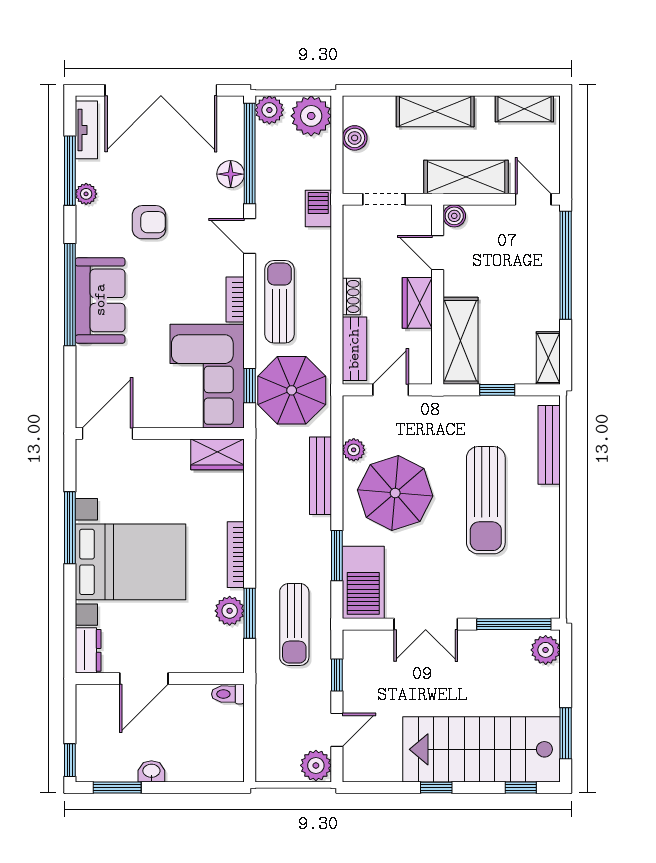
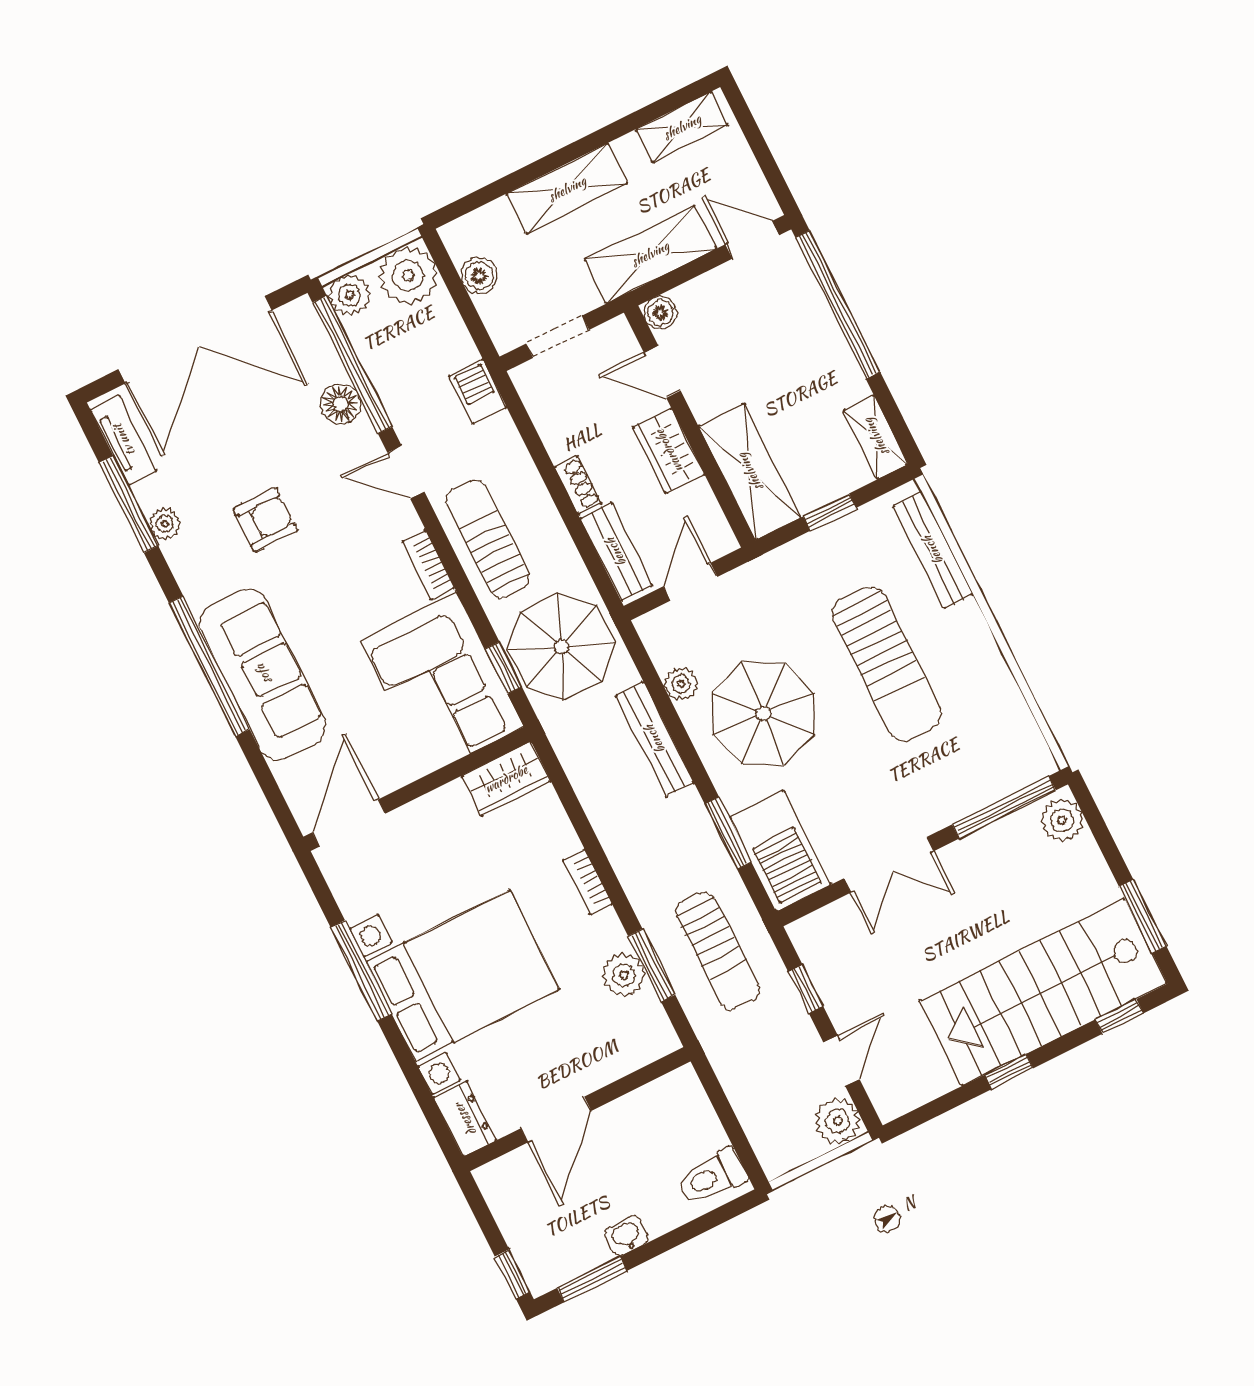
sofa: (100, 300) -> (263, 674), width x1.36
bookcase: (236, 555) -> (588, 882), width x0.64
toilet: (228, 694) -> (712, 1177), moved, width x1.37, depth x1.39

